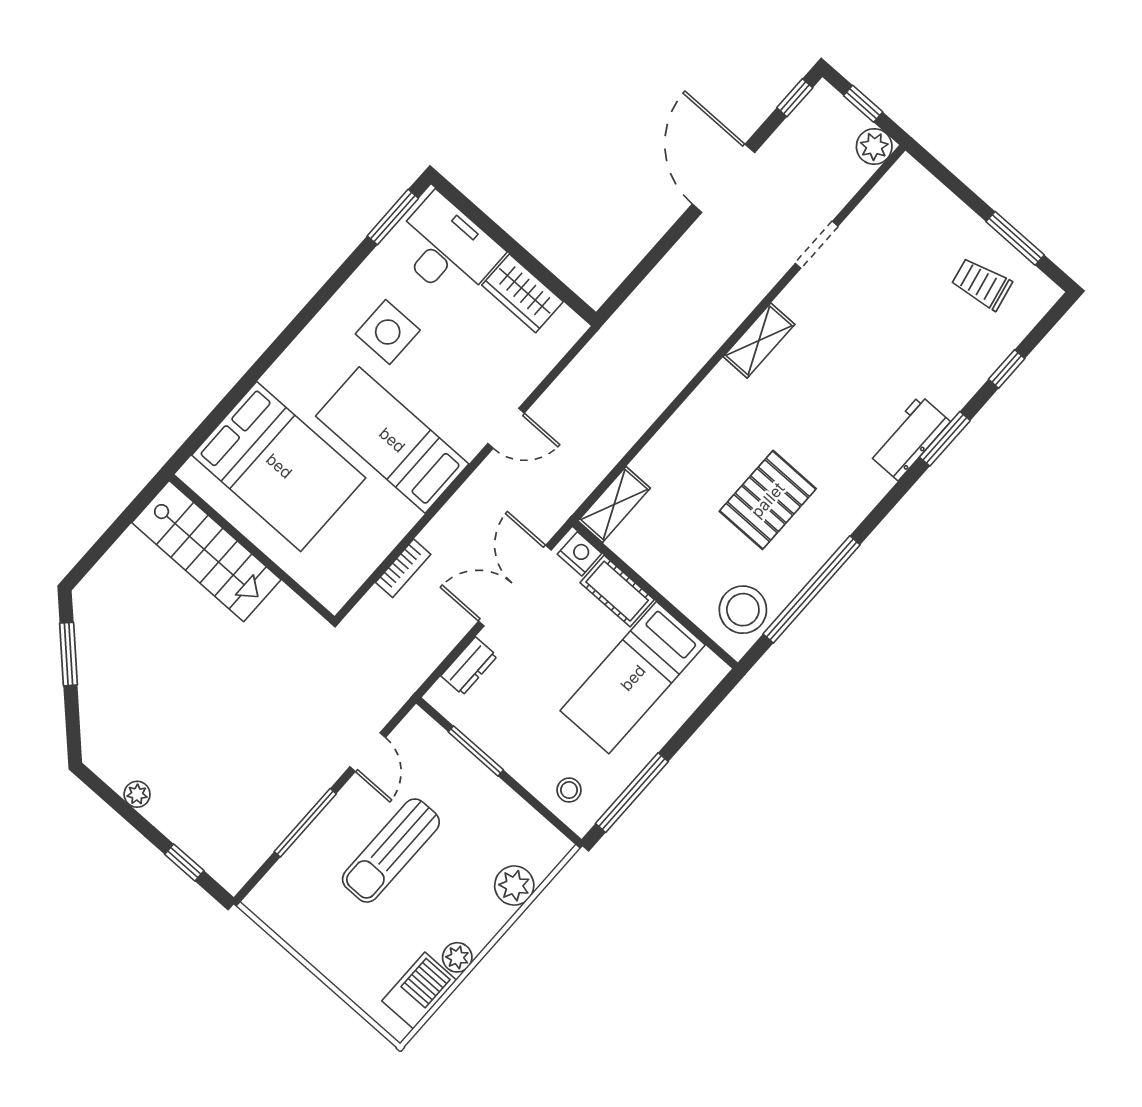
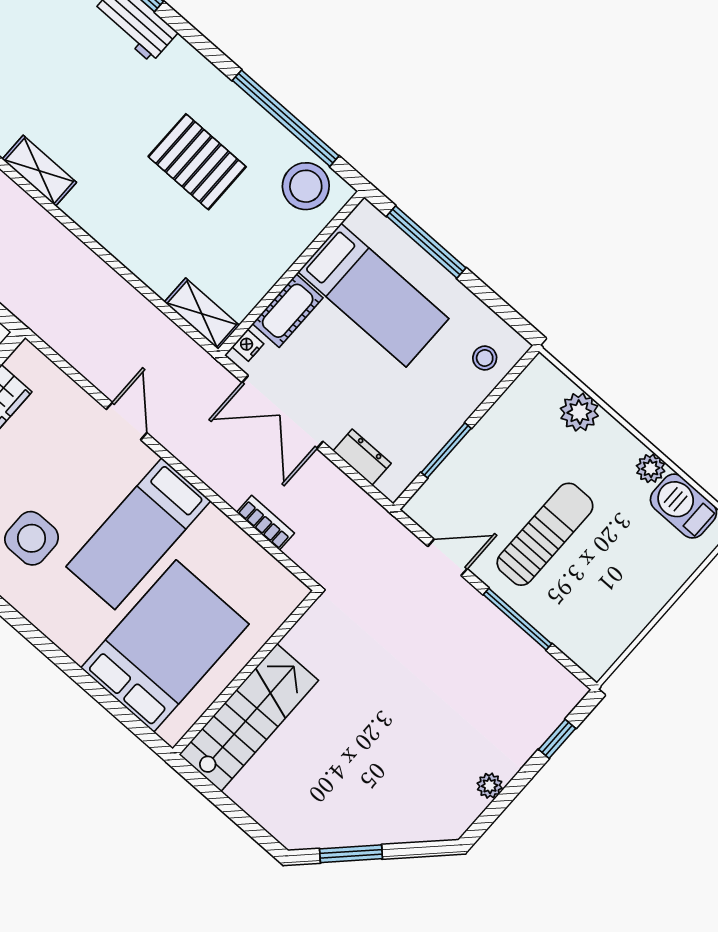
nightstand: (580, 554) -> (248, 345), width x0.72, depth x0.74
window: (632, 793) -> (426, 242), moved
sun lounger: (391, 851) -> (545, 534), turned -90

